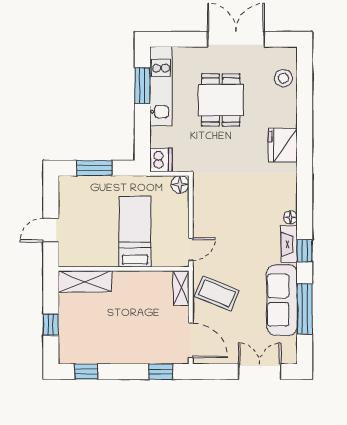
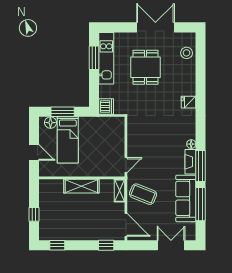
fridge: (283, 145) -> (189, 102), width x0.53, depth x0.75
floor lamp: (180, 184) -> (50, 123), moved
door: (51, 230) -> (34, 152), swing flipped
bed: (135, 232) -> (68, 140), moved, turned 180
window: (305, 251) -> (201, 166), width x2.17
shelving: (85, 281) -> (81, 186), moved

